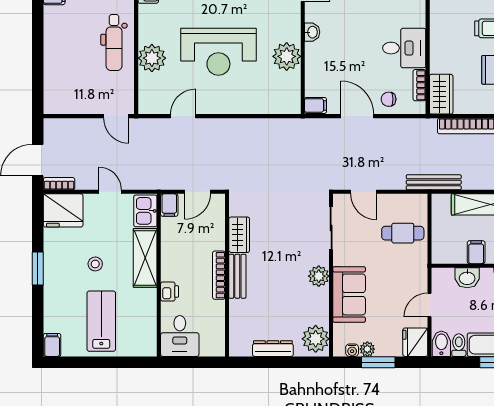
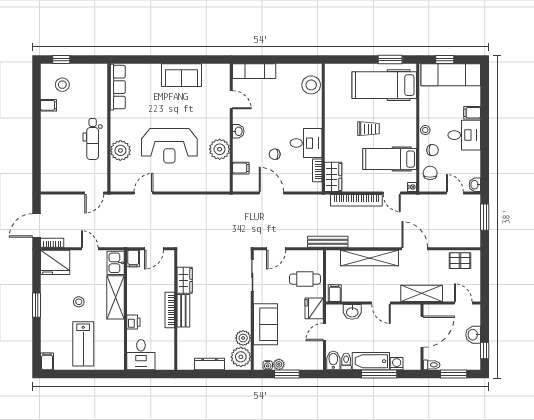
chair: (389, 99) -> (275, 154), moved
filing cabinet: (315, 105) -> (241, 168), moved
door: (116, 116) -> (94, 193), hinge flipped
door: (364, 192) -> (276, 249), hinge flipped
filing cabinet: (476, 252) -> (335, 293), moved
plant: (319, 276) -> (243, 338), moved
lab bench: (101, 321) -> (83, 344), turned 180
fridge: (415, 342) -> (314, 308), moved

